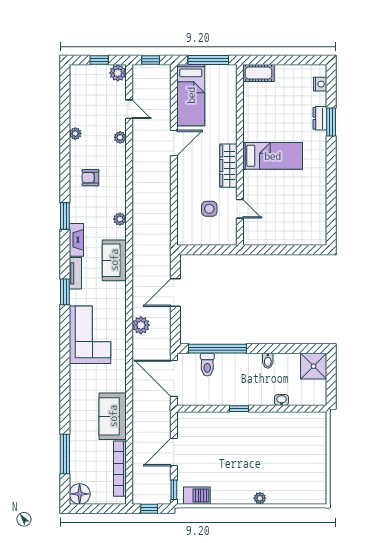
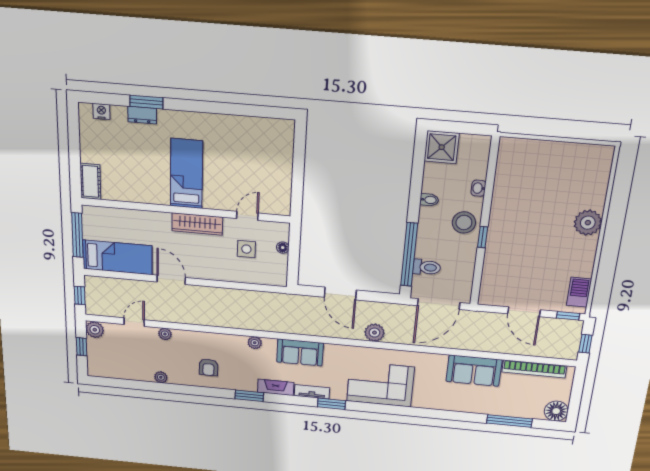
floor lamp: (214, 240) -> (283, 248), added
stool: (251, 392) -> (464, 222), added
plant: (260, 498) -> (588, 223), width x1.88, depth x1.88

